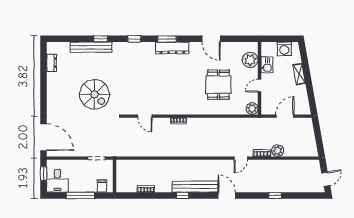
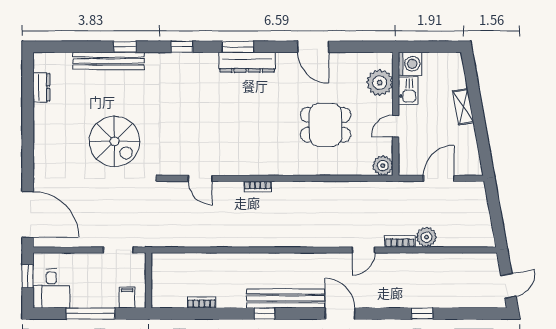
washing machine: (284, 49) -> (410, 64), moved, turned -90
dining table: (218, 85) -> (326, 125), turned 90

